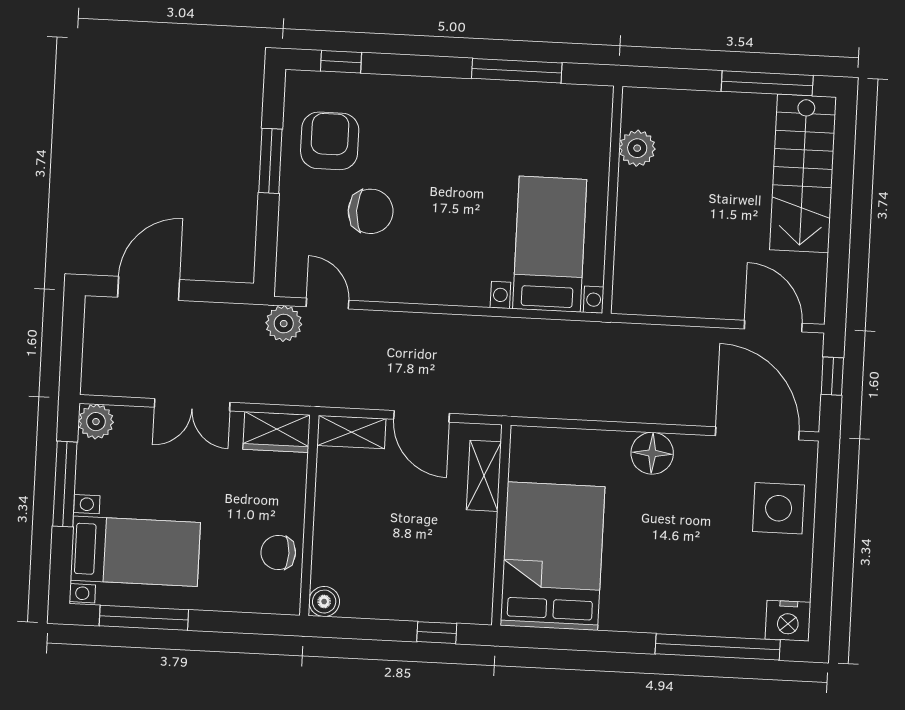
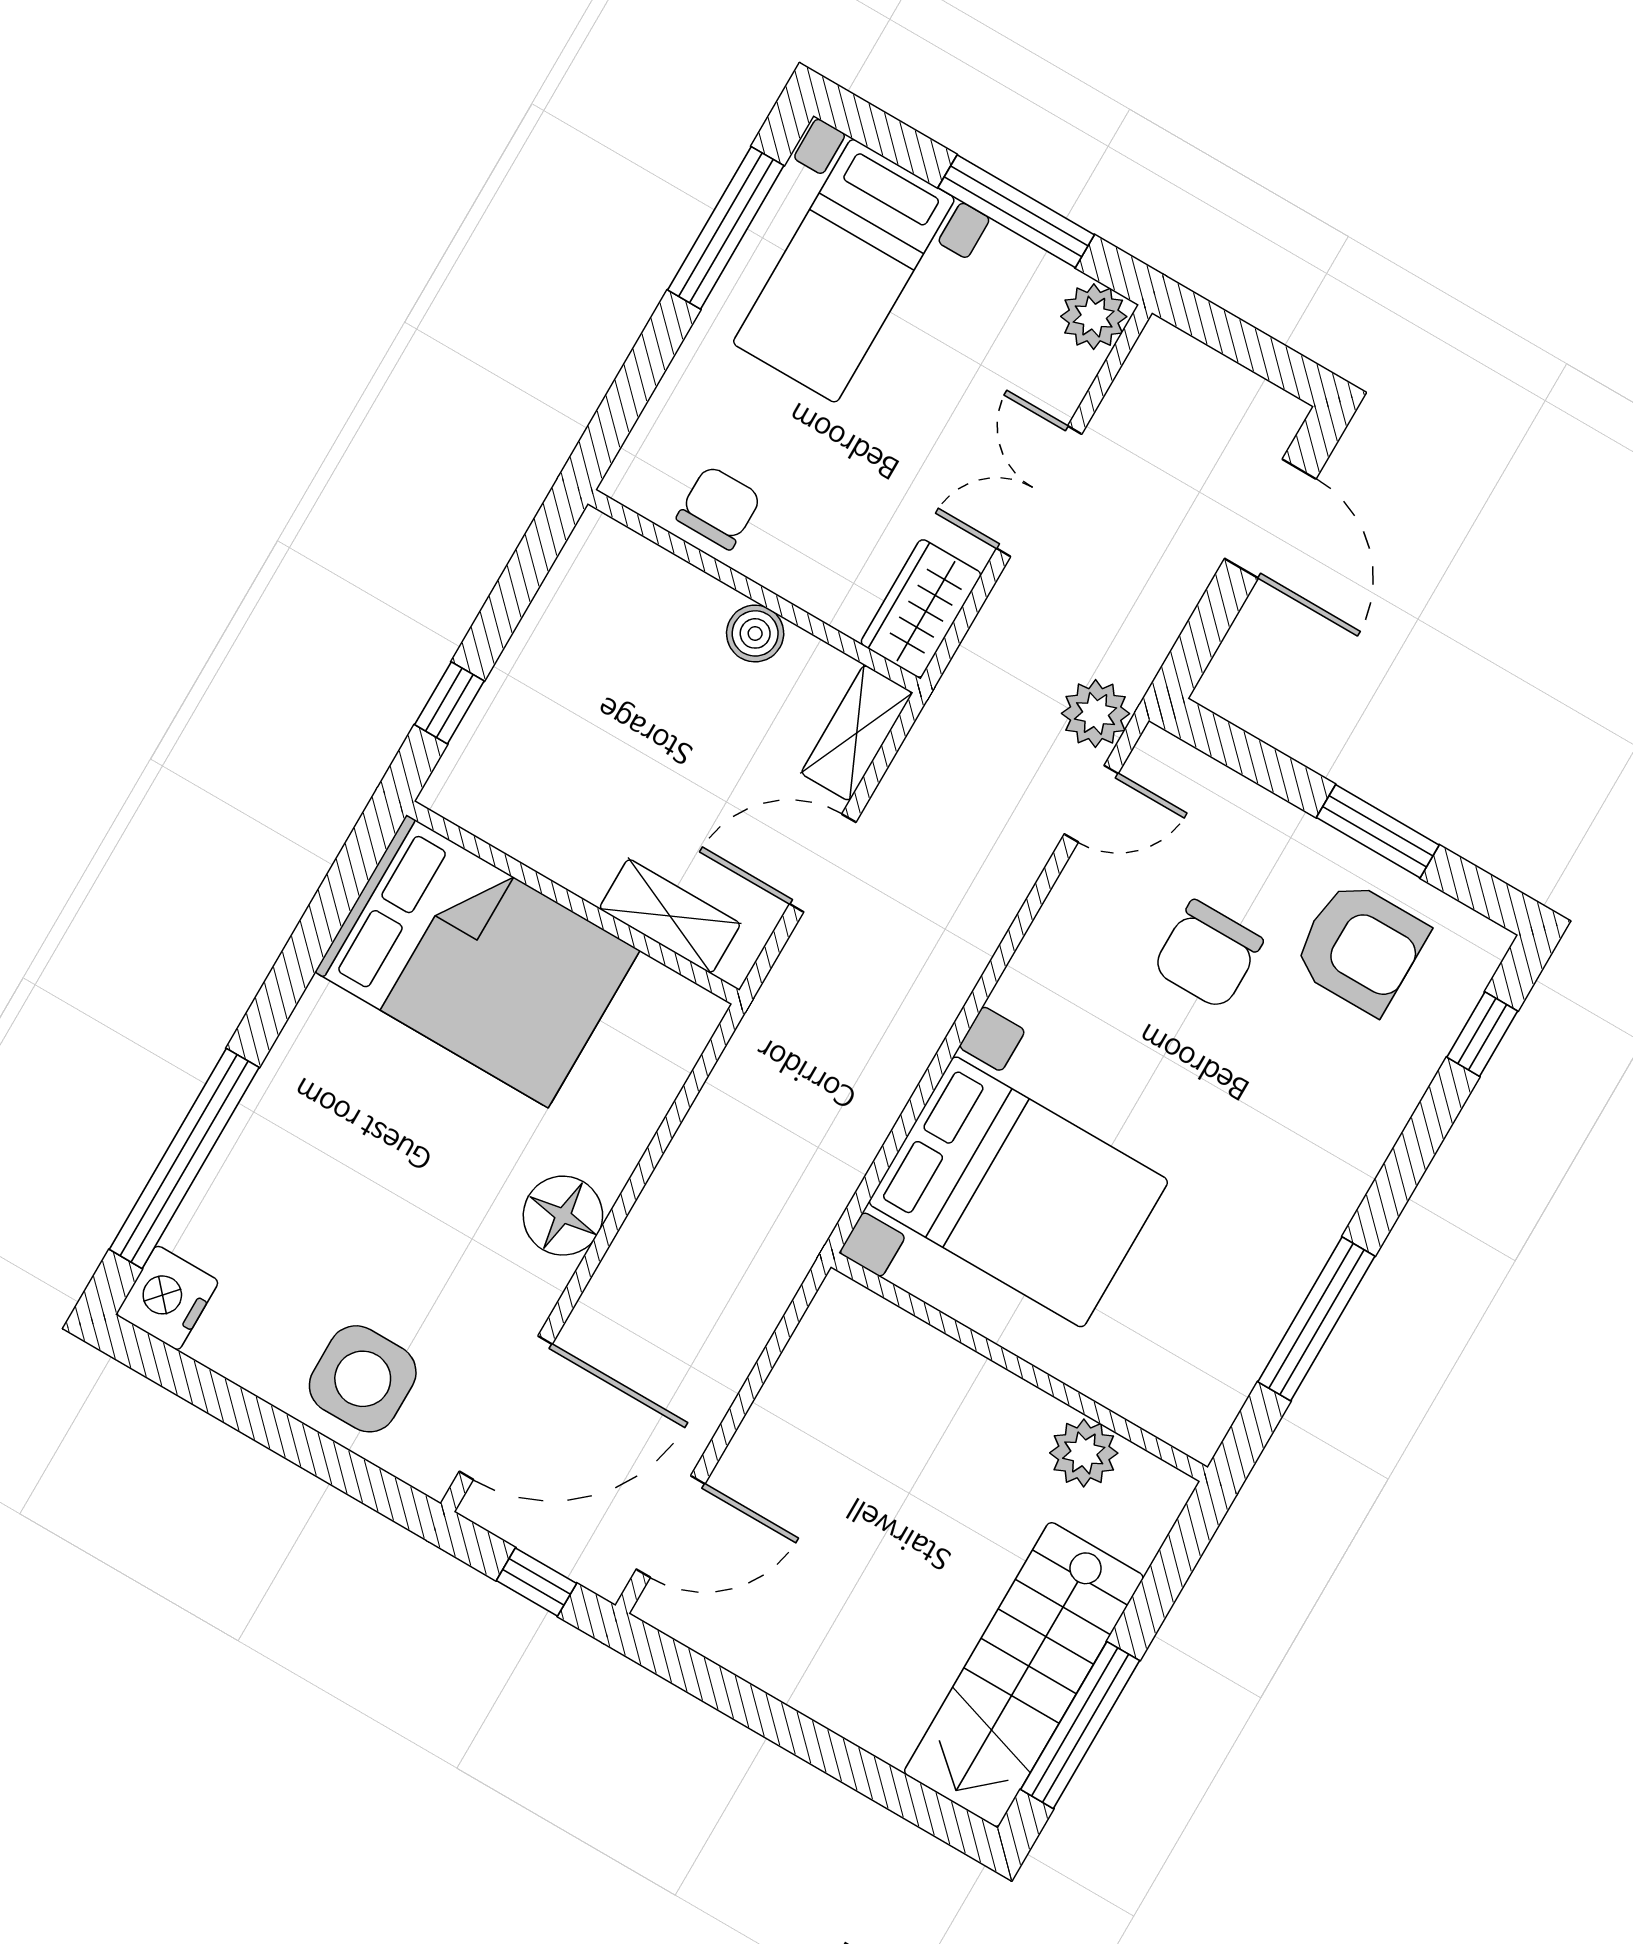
stairs: (803, 173) -> (1024, 1674), moved, turned -90
bed with nightstands: (550, 244) -> (1018, 1192), width x1.36
boiler: (324, 602) -> (755, 633), moved

